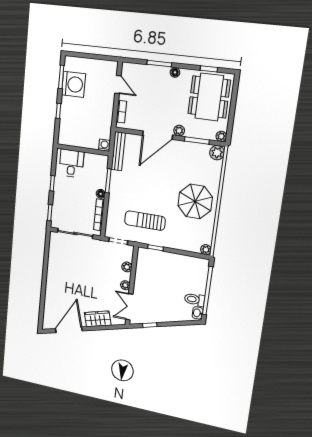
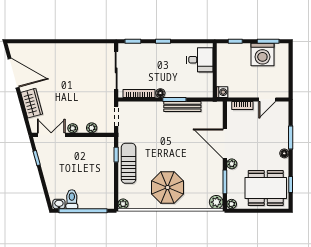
washing machine: (104, 145) -> (222, 92), moved
wall: (83, 150) -> (215, 70), moved
bench: (118, 151) -> (182, 107), moved
desk: (71, 163) -> (200, 60), moved
sun lounger: (145, 221) -> (128, 163), moved

